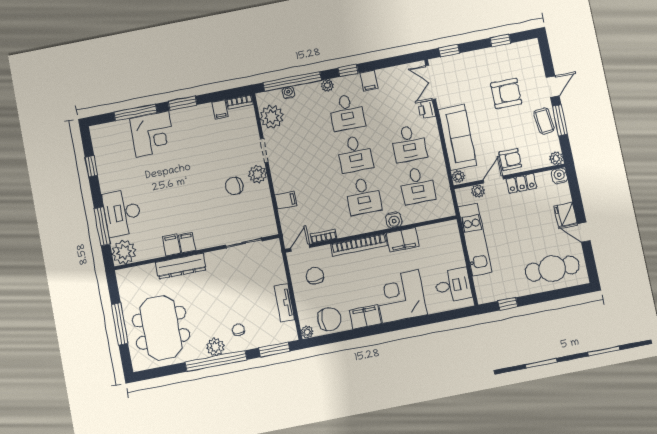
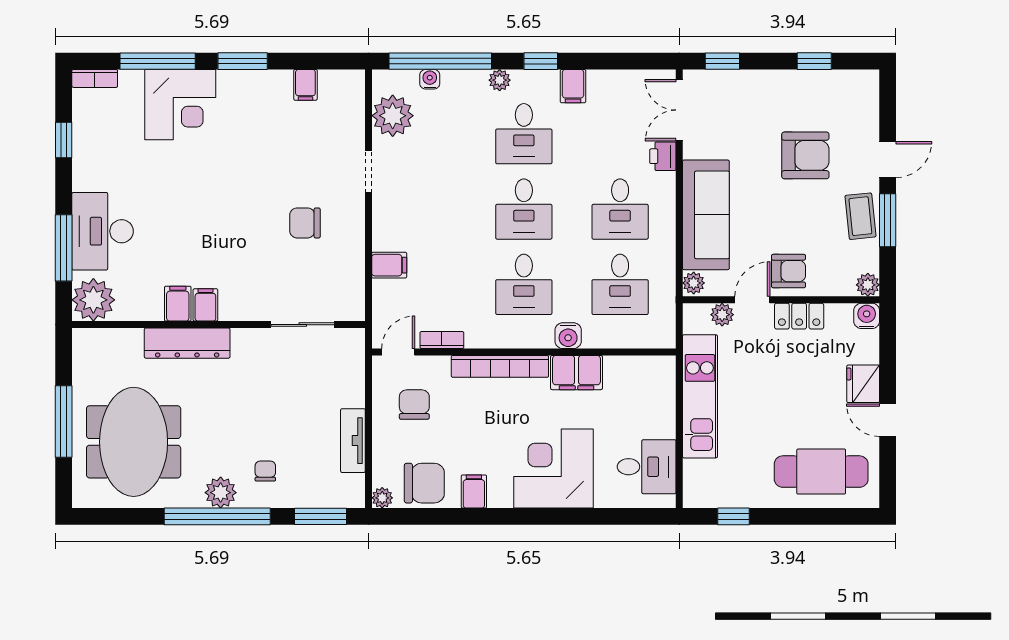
bookcase: (240, 102) -> (95, 78), moved
plant: (258, 174) -> (349, 211), removed
filing cabinet: (365, 317) -> (474, 492), width x0.50

